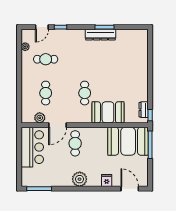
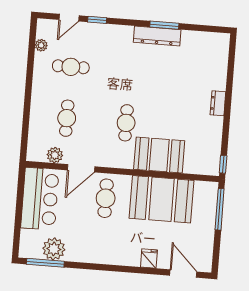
dresser: (144, 110) -> (218, 103), moved
booth: (128, 141) -> (161, 199), moved
plant: (80, 179) -> (54, 249), moved

